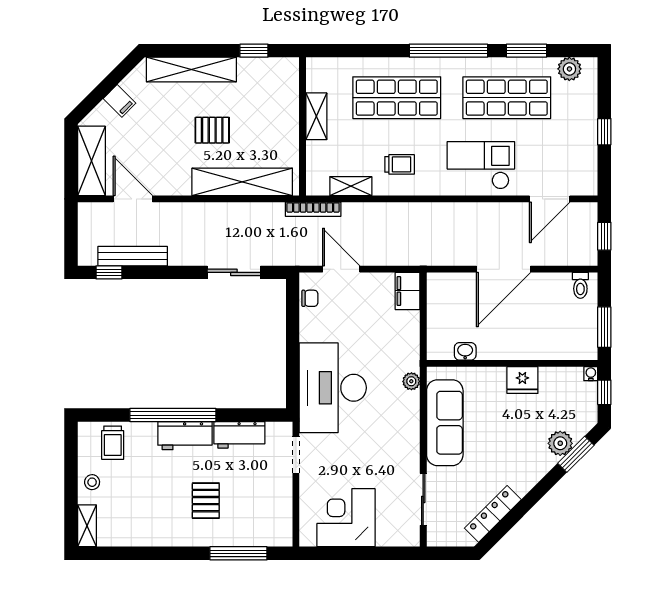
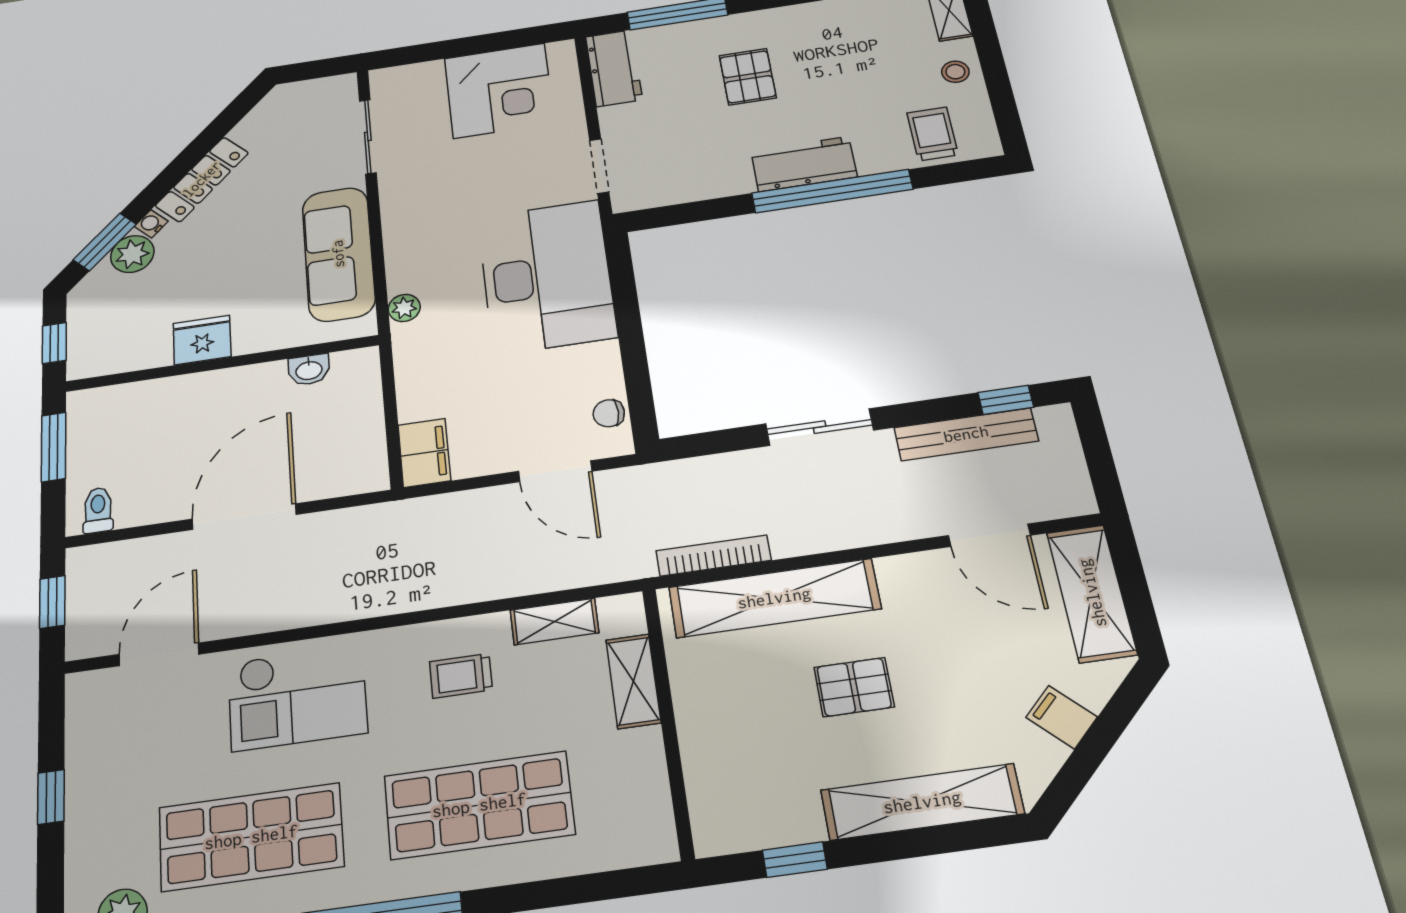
shelving: (316, 116) -> (633, 681), moved
bookcase: (313, 209) -> (714, 556), moved
sliding door: (234, 272) -> (820, 427), moved
water cooler: (591, 374) -> (151, 224), moved, turned 135
workbench: (239, 435) -> (614, 68), moved, turned 90
locker: (493, 514) -> (202, 179), moved

